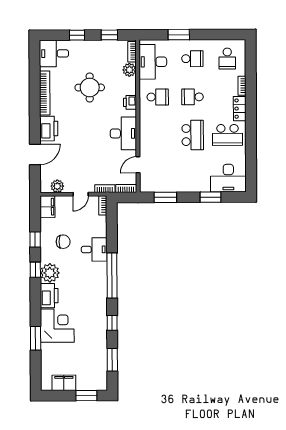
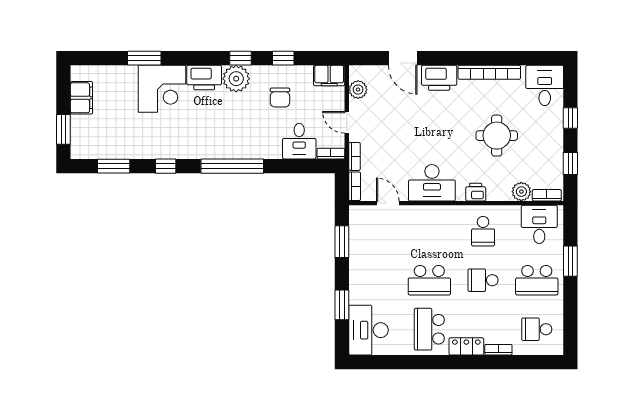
school desk: (192, 59) -> (537, 280), width x1.85
desk: (153, 62) -> (539, 225), width x0.73
school desk: (193, 97) -> (483, 280), turned -90
desk: (94, 249) -> (299, 141), moved

